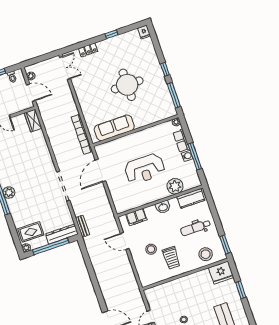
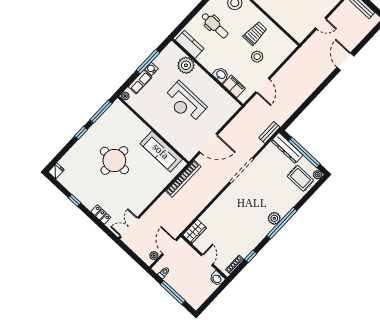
reception desk: (144, 169) -> (185, 103), turned 180
washbasin: (163, 207) -> (221, 75), moved

